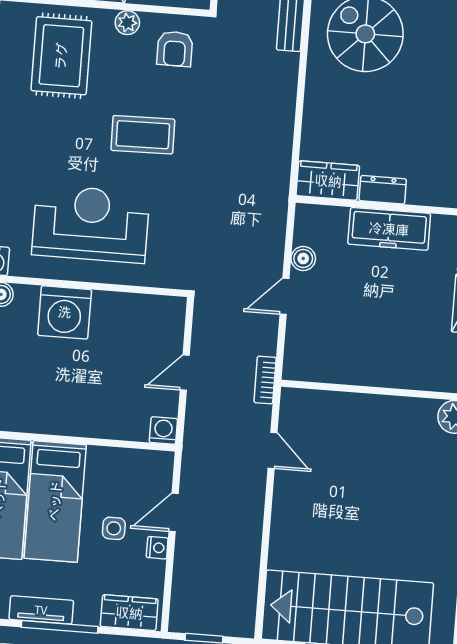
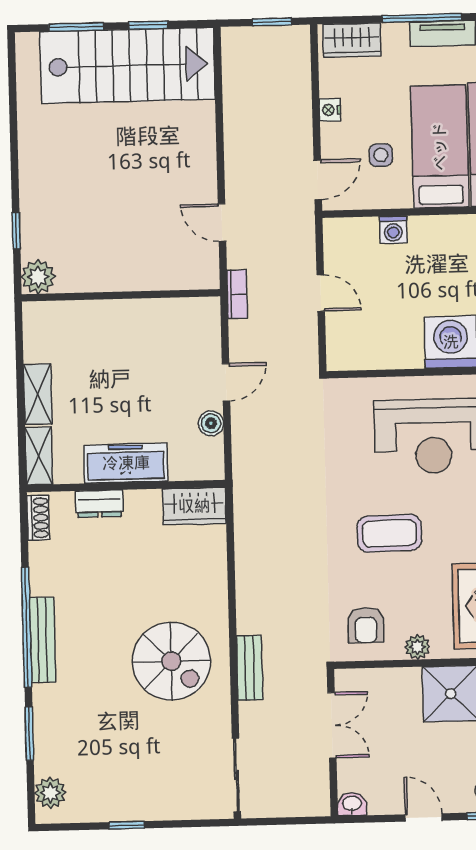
armchair: (175, 49) -> (366, 625), turned 180
dresser: (383, 190) -> (99, 504), moved
door: (185, 373) -> (321, 293), hinge flipped
washing machine: (163, 431) -> (393, 230), moved
door: (174, 512) -> (318, 180), moved
side table: (114, 528) -> (381, 155), moved

